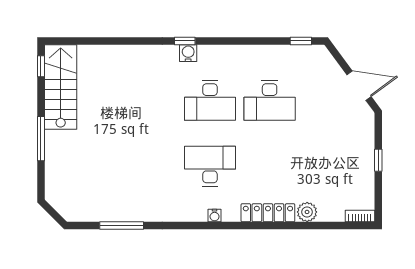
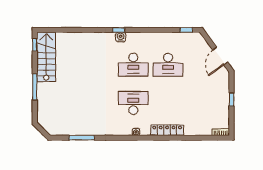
door: (359, 86) -> (220, 56), swing flipped
plant: (307, 212) -> (190, 130), removed

